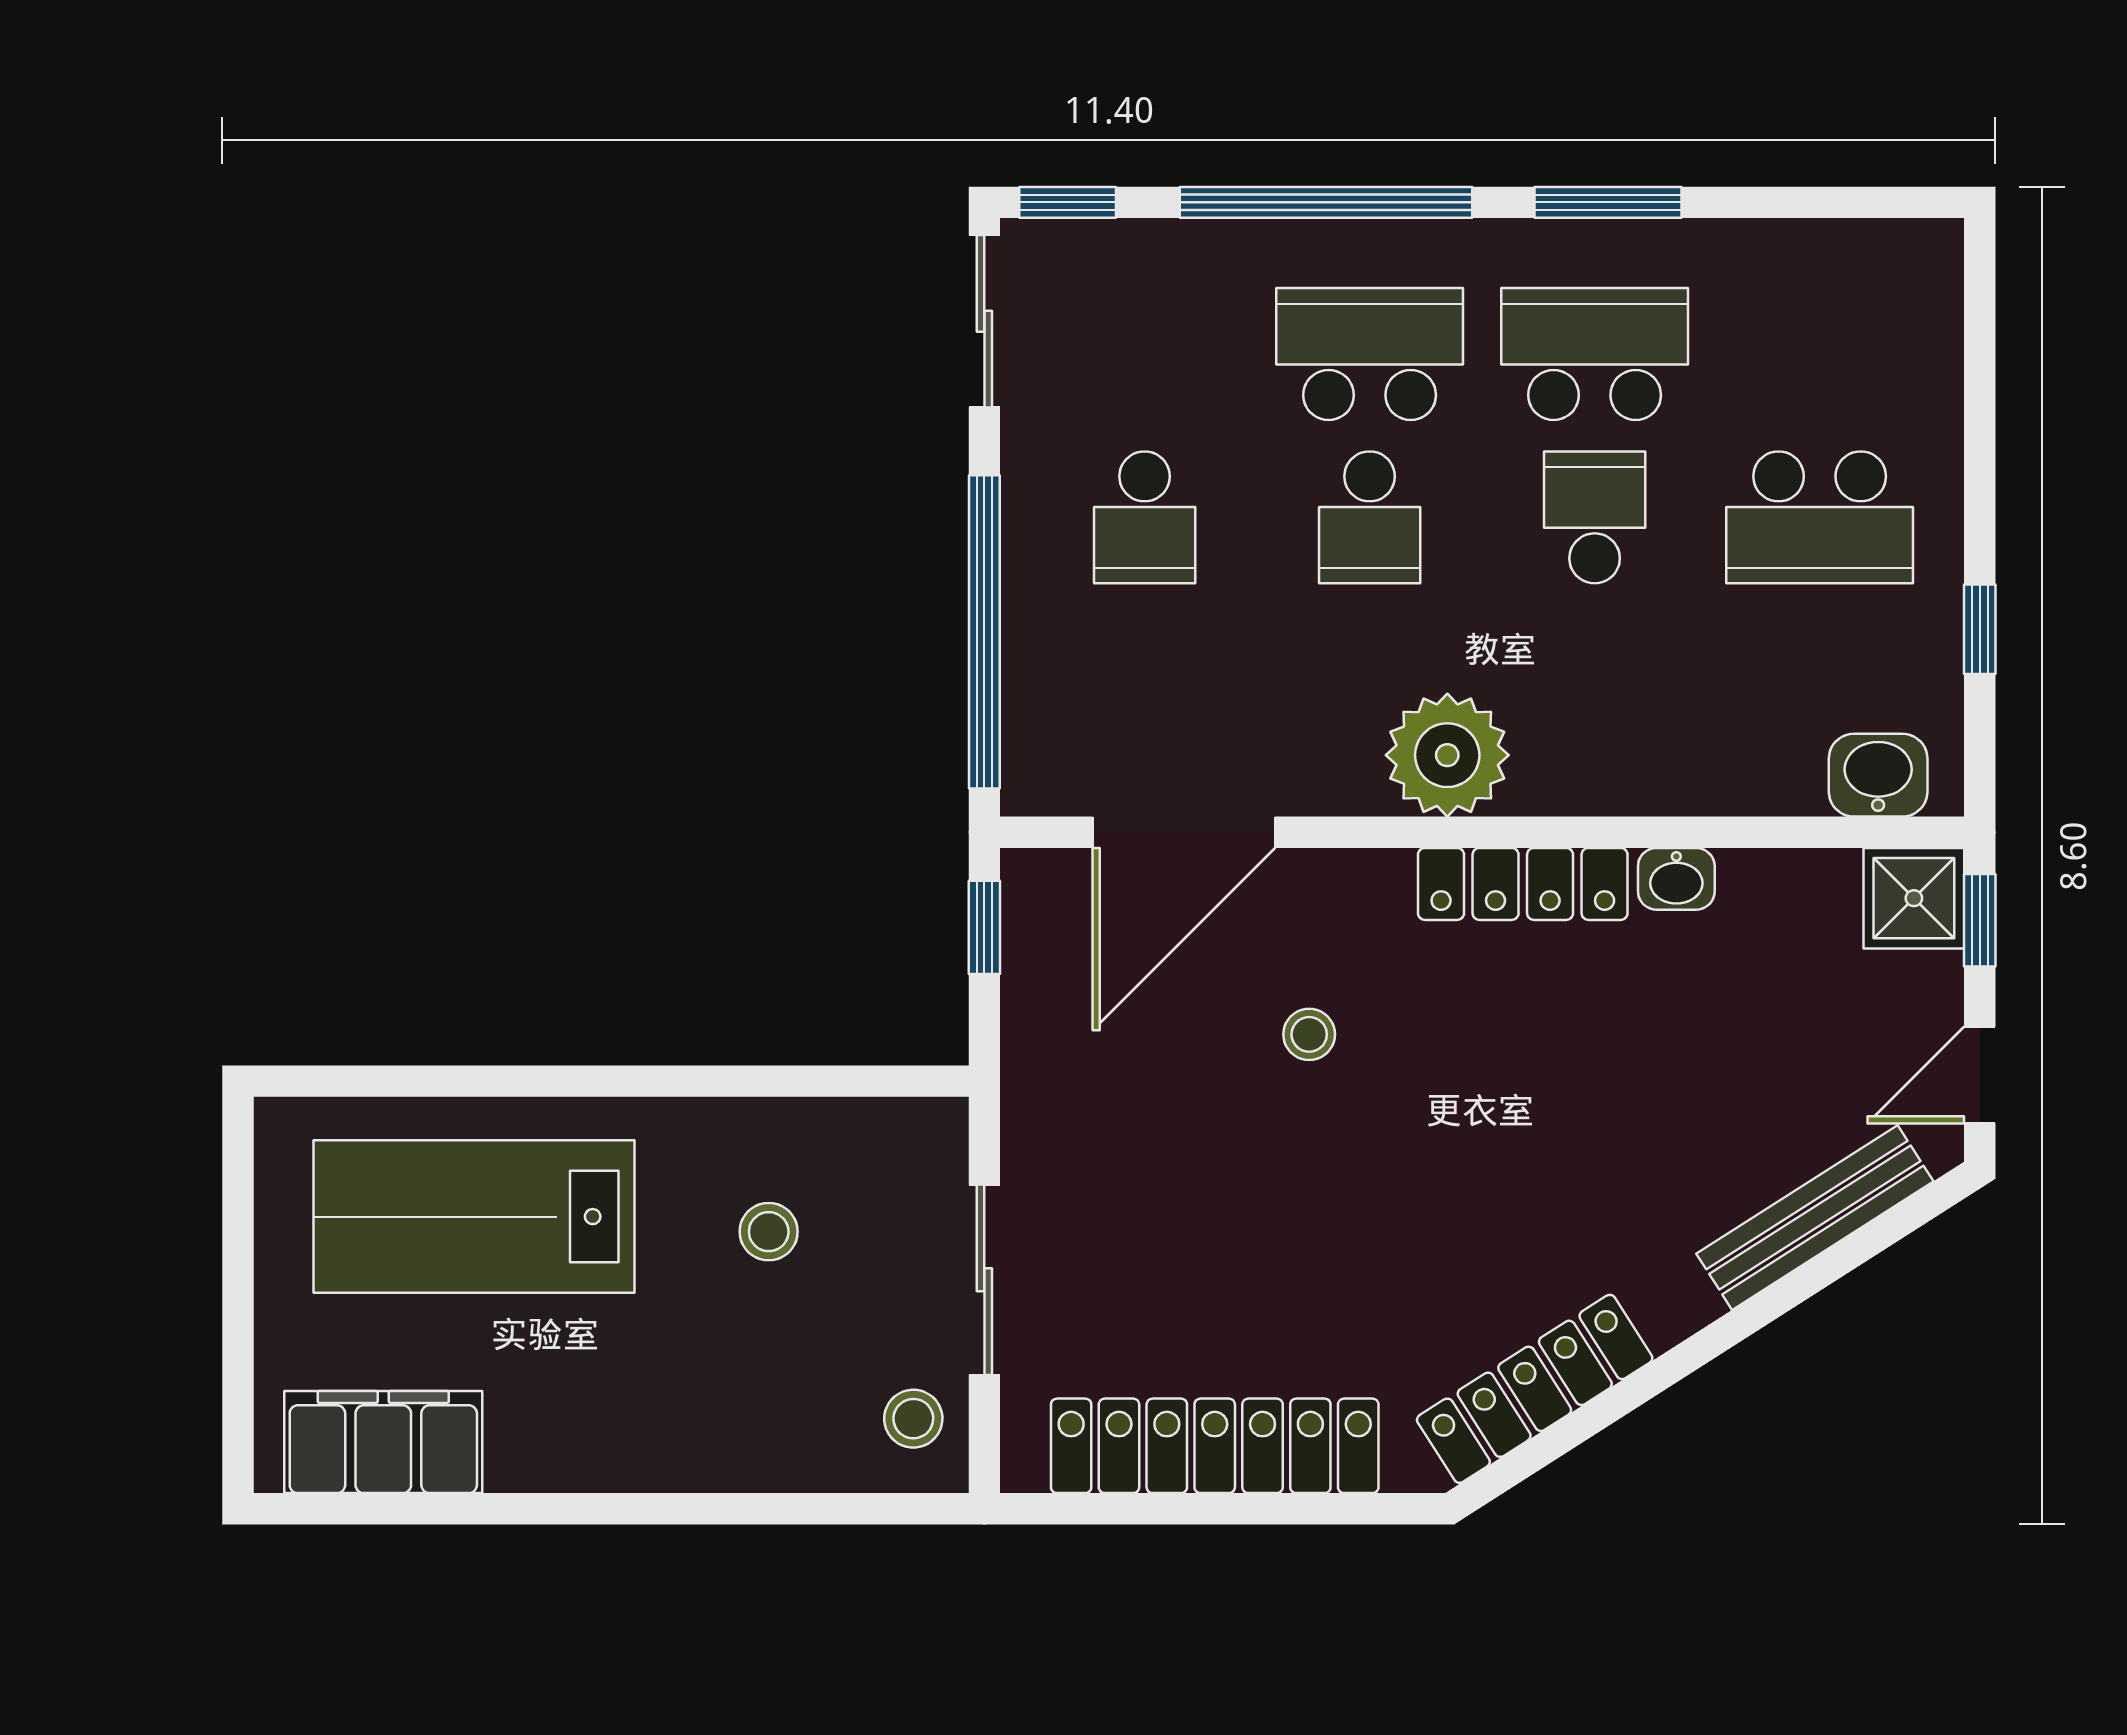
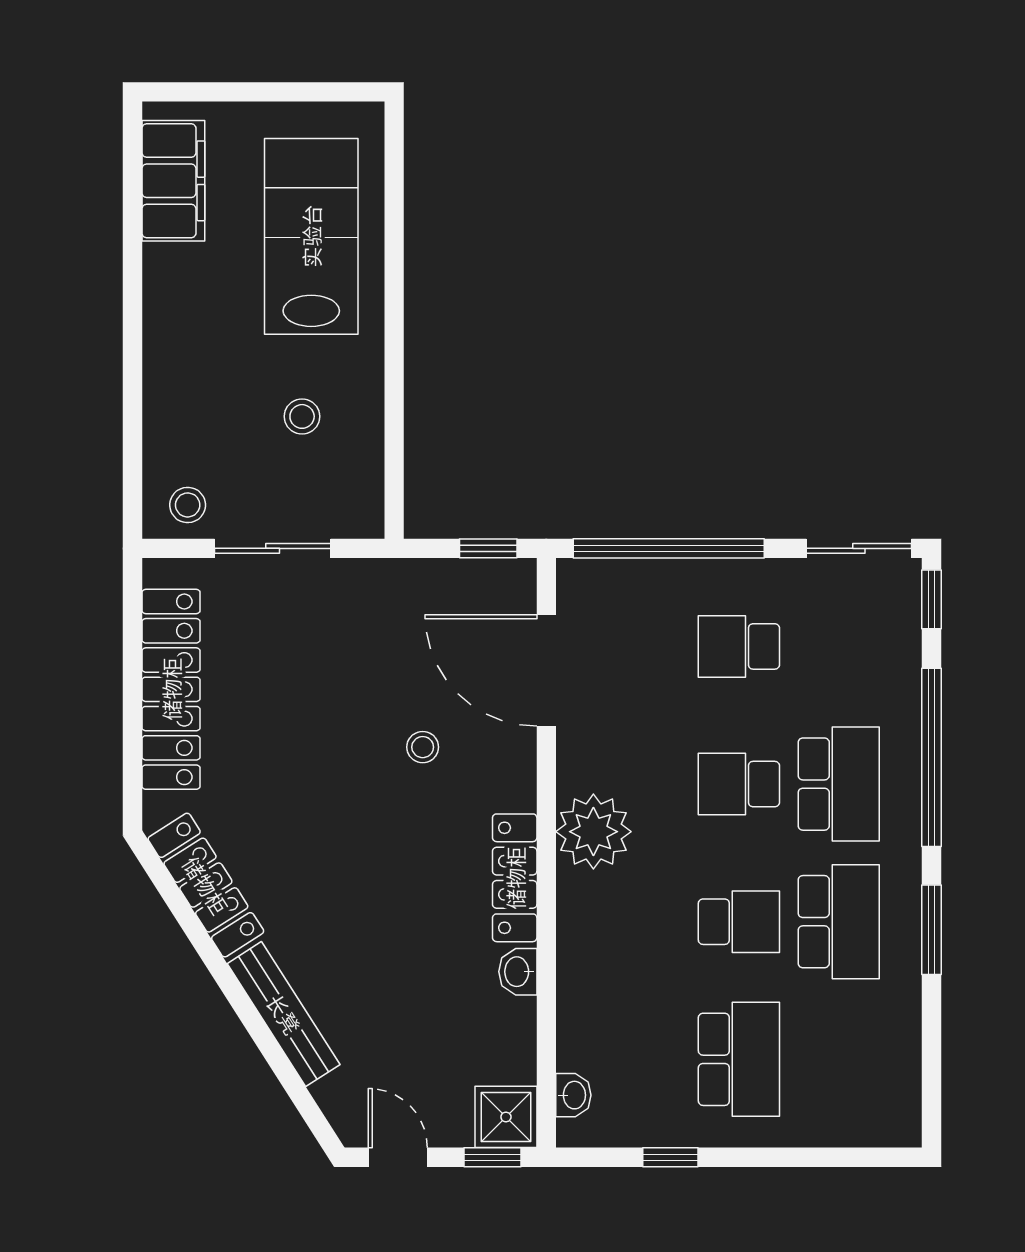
school desk: (1820, 517) -> (739, 1059), turned 180
washbasin: (1878, 775) -> (573, 1095), width x0.72, depth x0.69
bench: (1815, 1218) -> (284, 1014), moved

